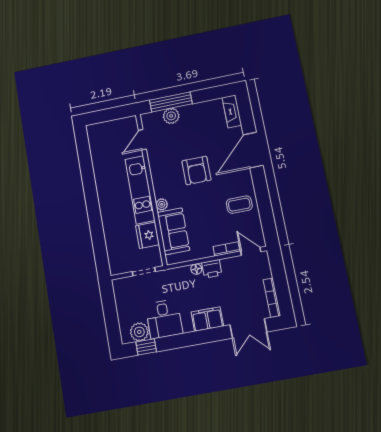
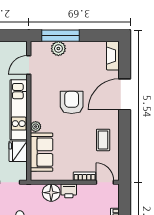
armchair: (196, 170) -> (72, 102), turned 180
coffee table: (239, 205) -> (103, 140), turned 90
floor lamp: (196, 269) -> (51, 193), width x1.89, depth x1.89

